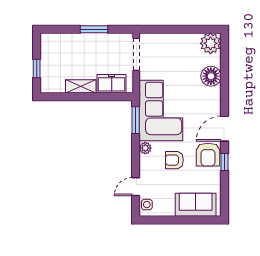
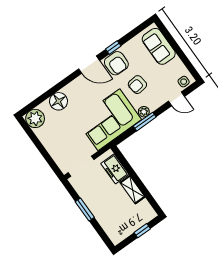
window: (136, 120) -> (145, 122), moved
armchair: (208, 155) -> (116, 63), turned 90
armchair: (174, 160) -> (137, 85), turned 83

